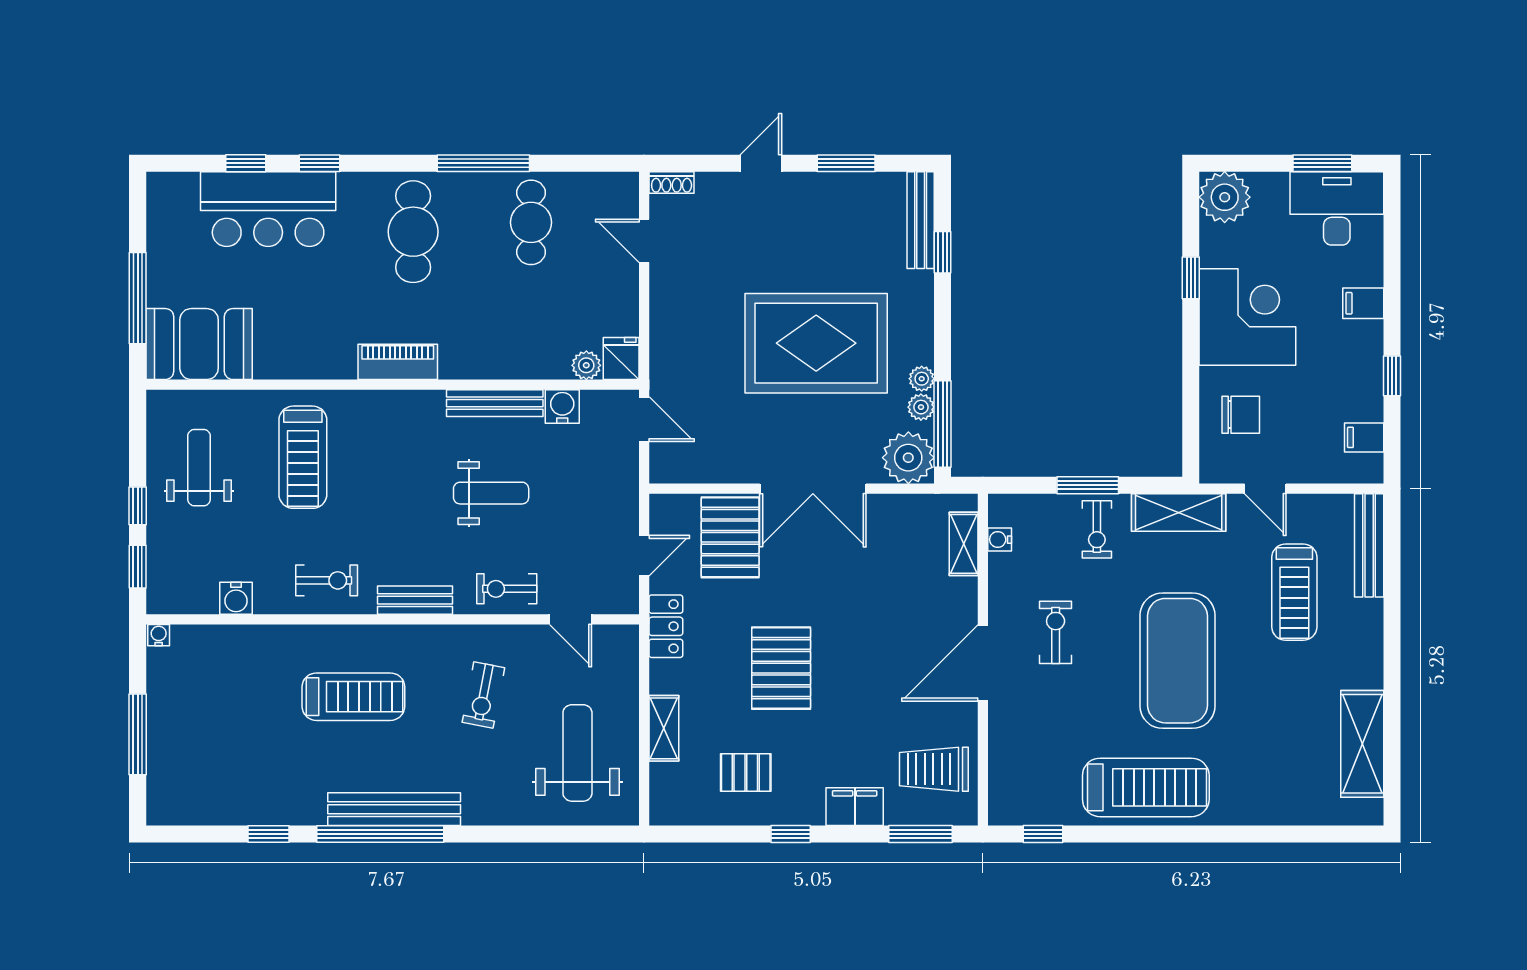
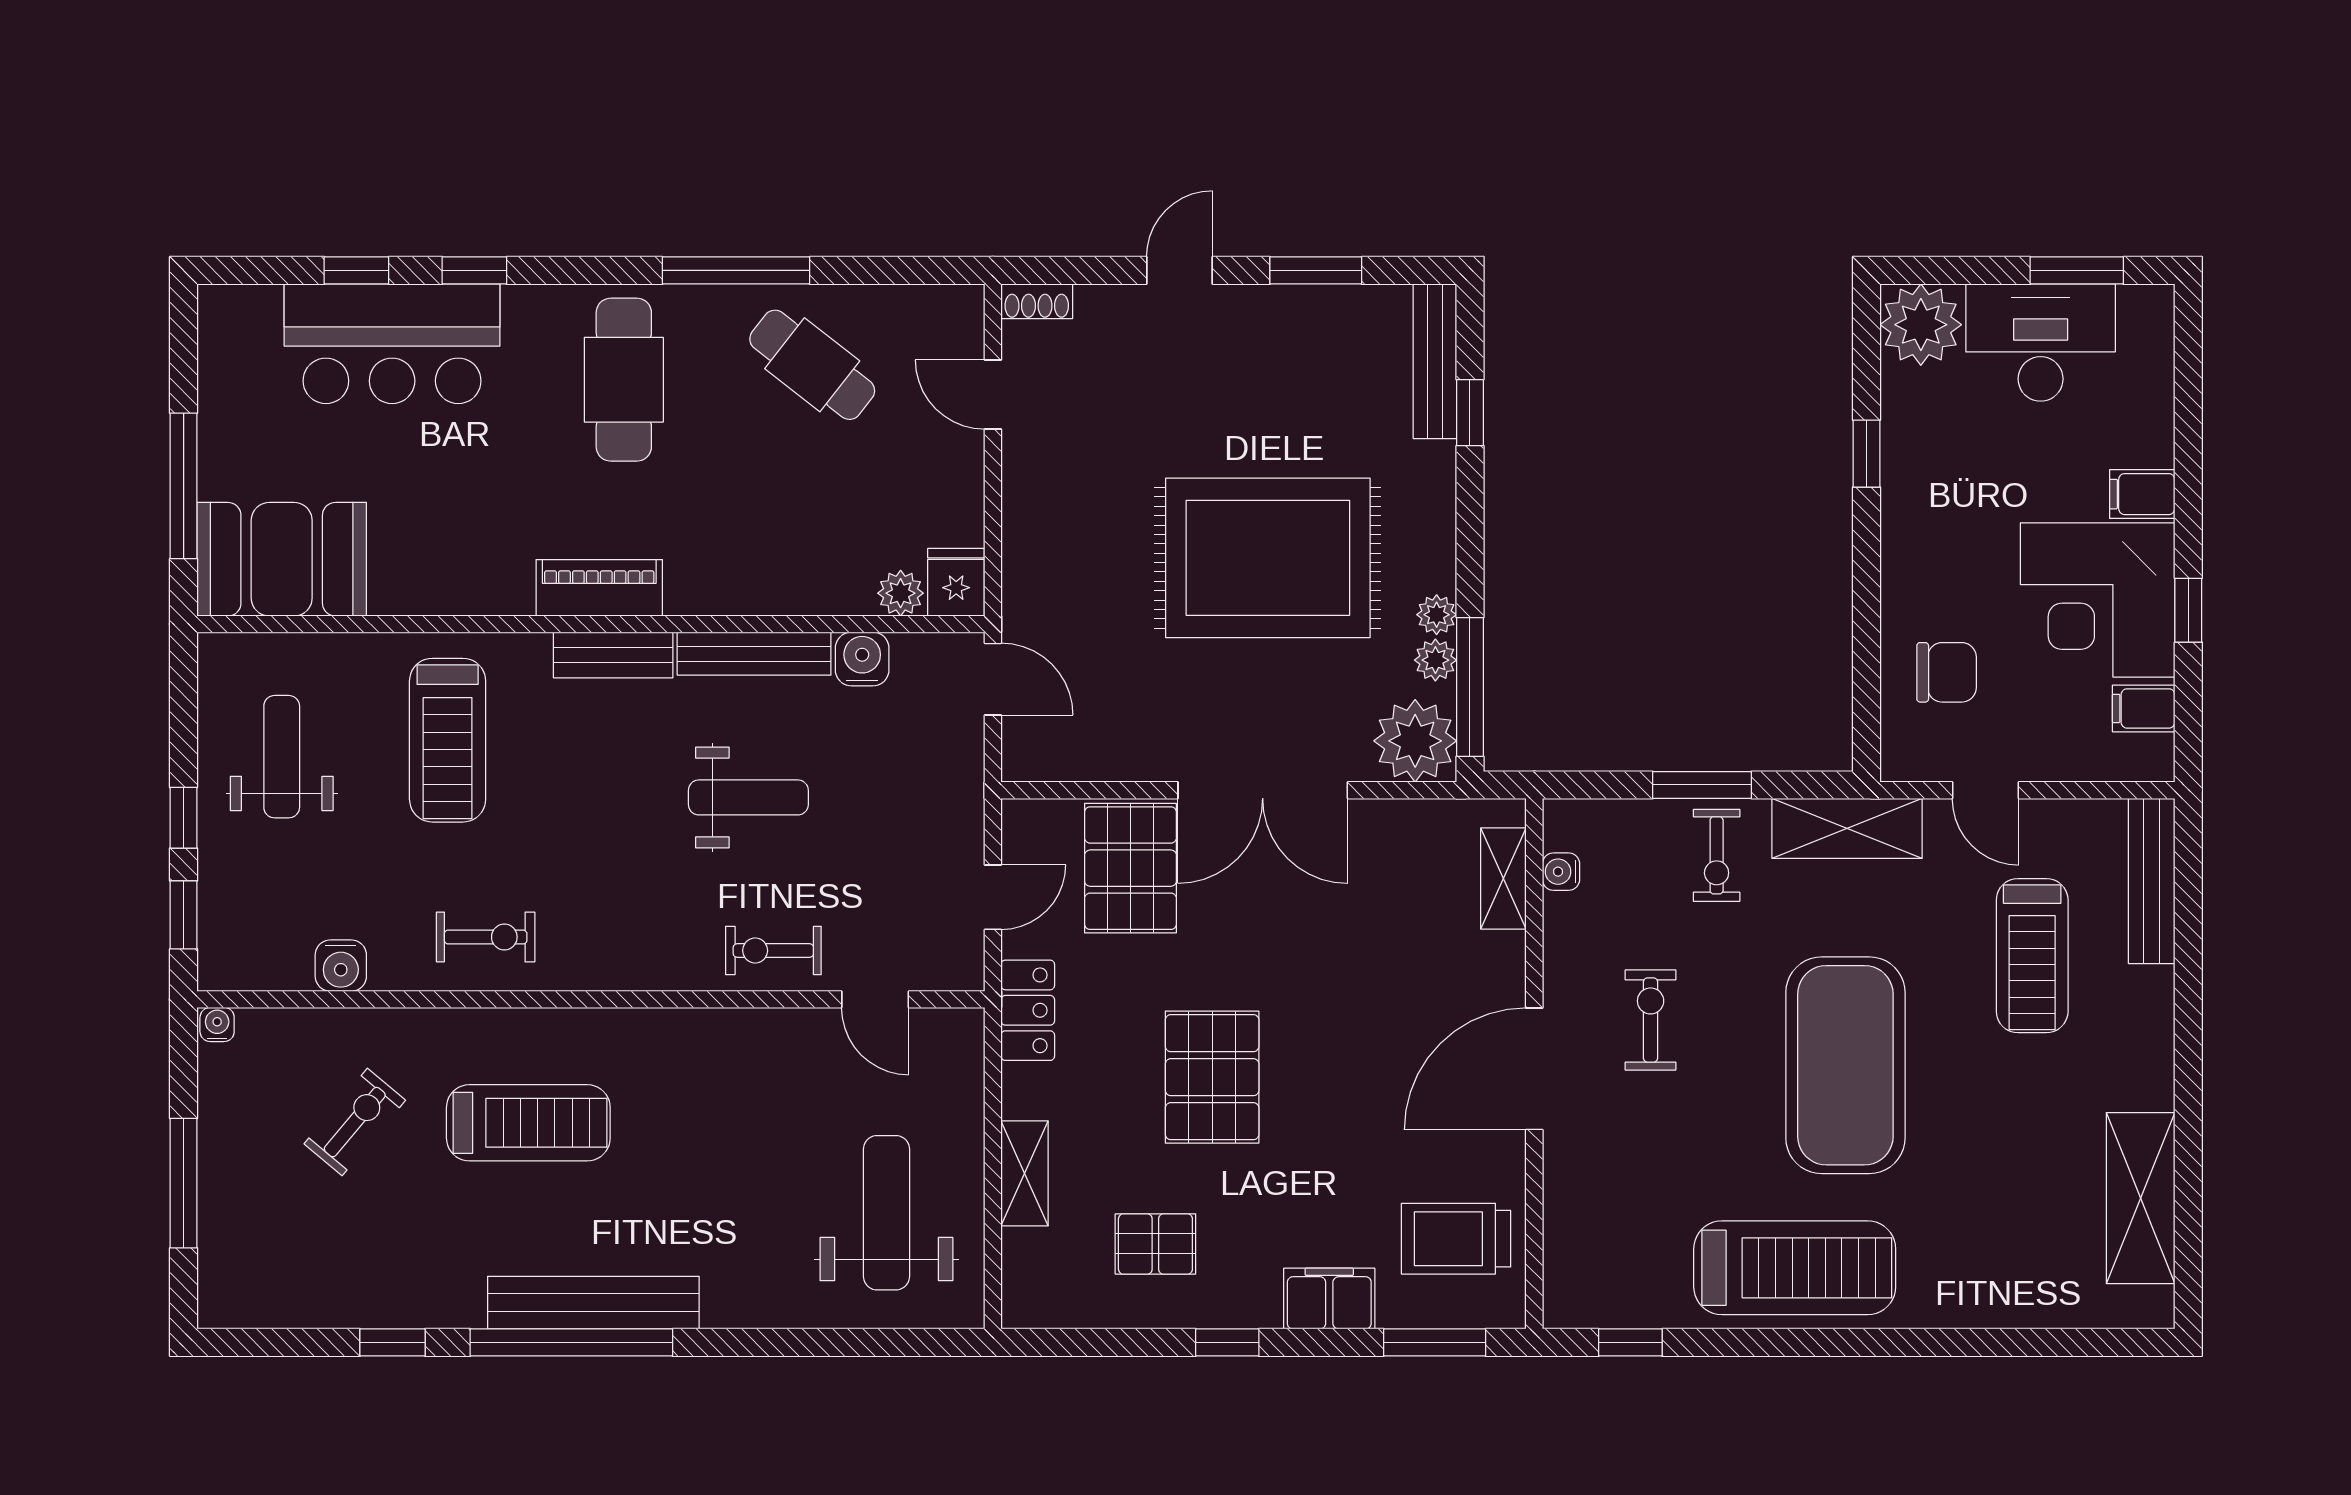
desk: (1337, 208) -> (2041, 342), moved
cafe table: (531, 222) -> (812, 365), turned -52
corner desk: (1247, 317) -> (2098, 600), moved, turned 180
bench: (415, 600) -> (613, 655), moved
exercise bike: (483, 695) -> (355, 1122), moved, turned -151

